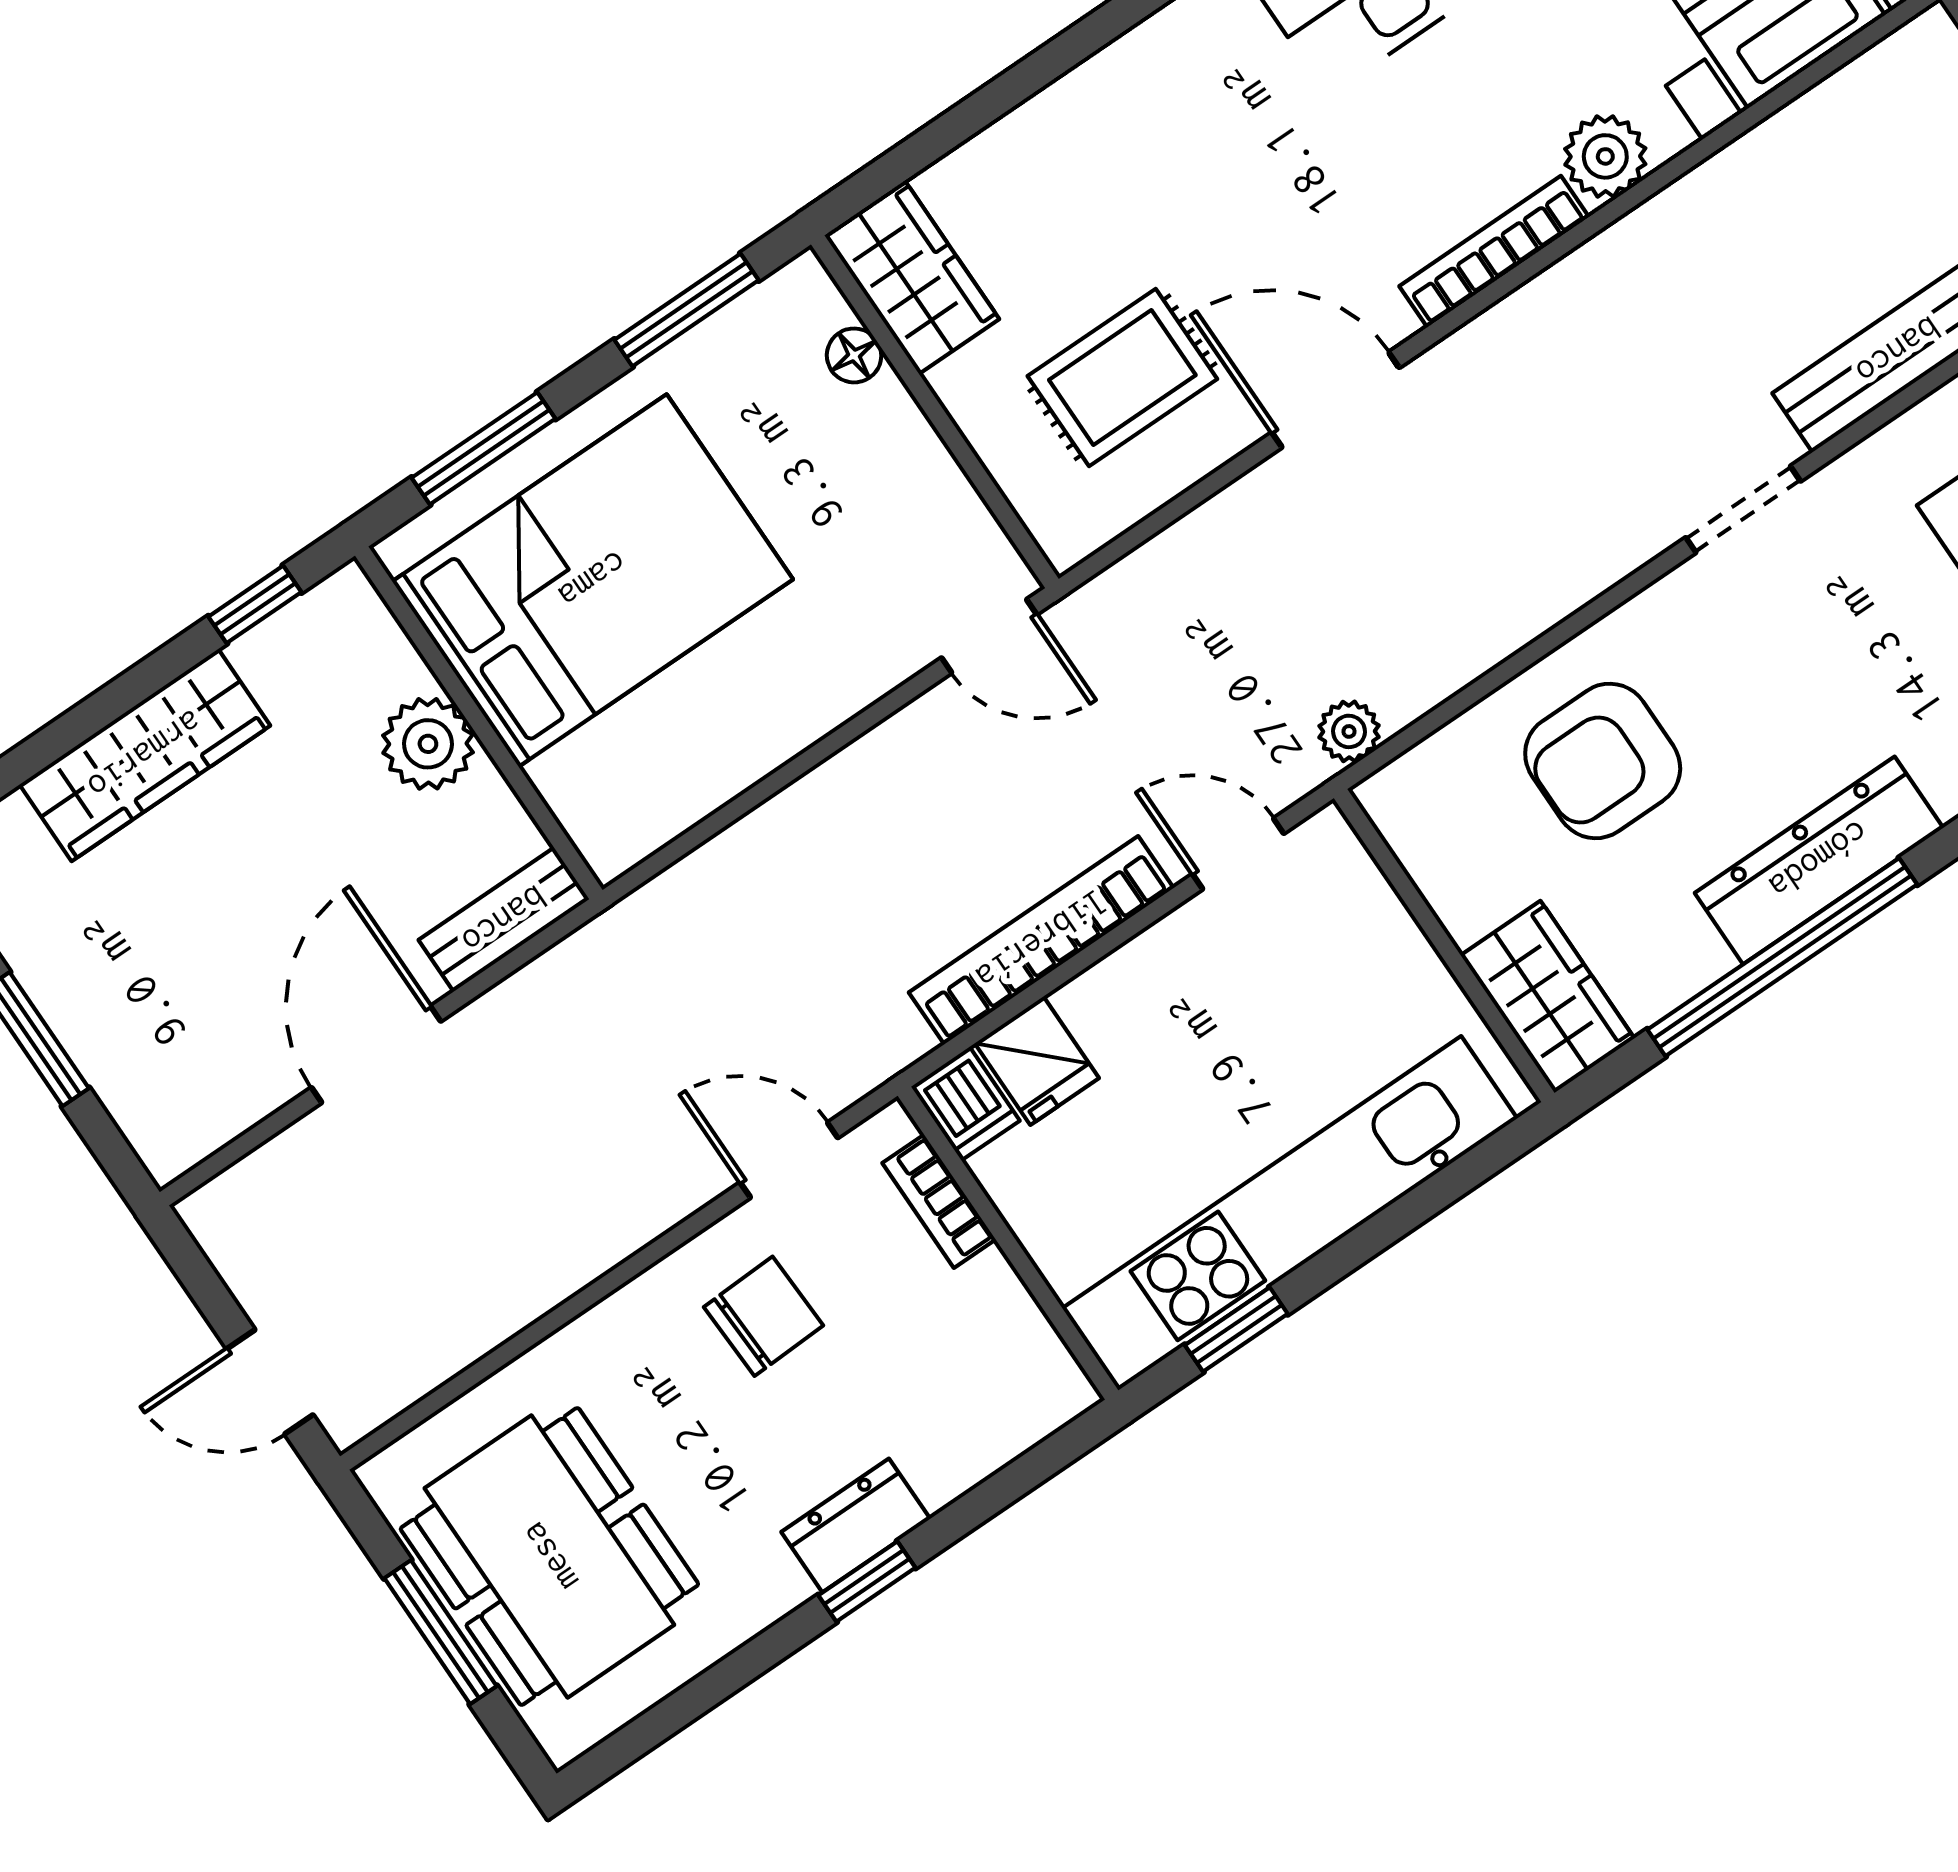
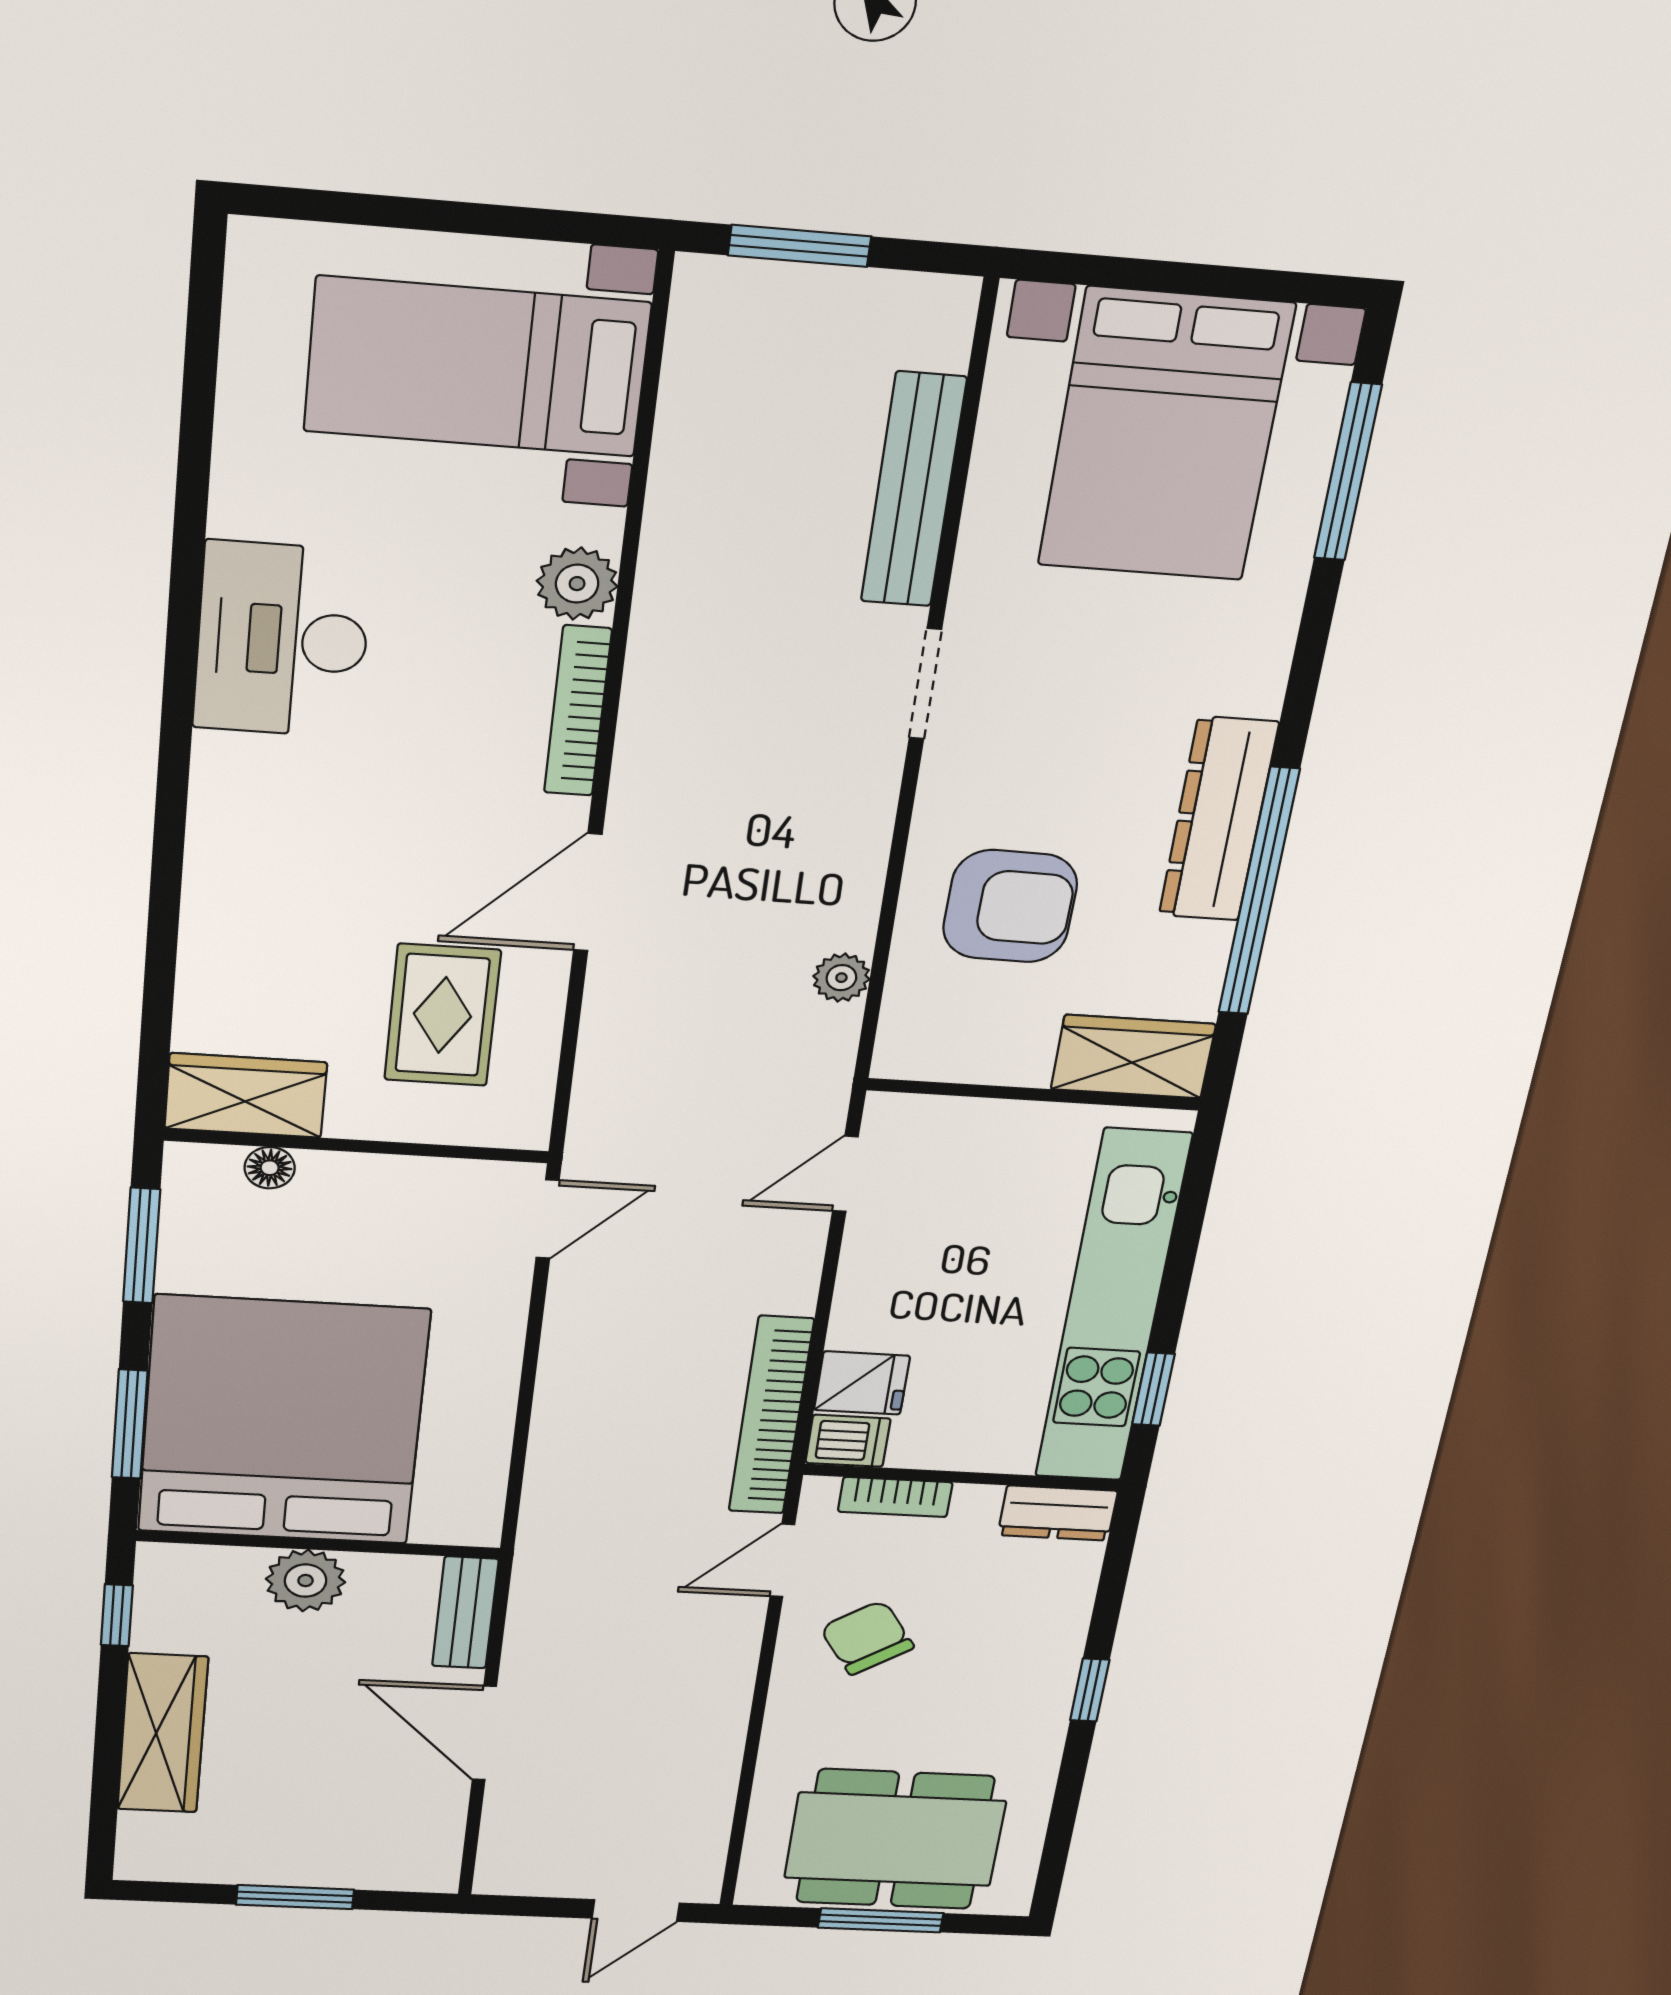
bed: (593, 580) -> (283, 1421), width x1.36
plant: (1349, 731) -> (841, 978), moved
armchair: (1603, 761) -> (1010, 906), turned -89
bookcase: (1041, 940) -> (771, 1416), moved
chair: (763, 1316) -> (867, 1638), turned -32
dresser: (856, 1525) -> (1058, 1513), moved, turned -90

